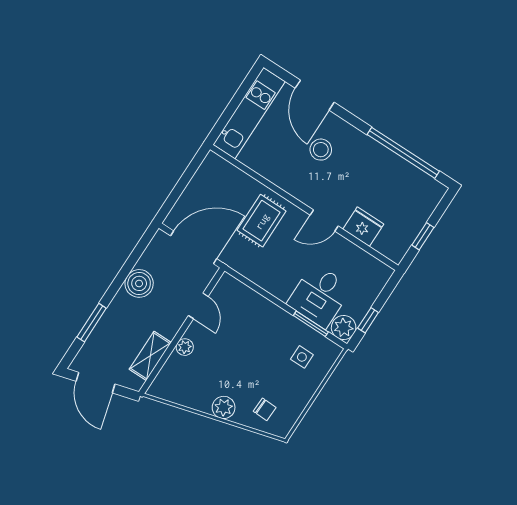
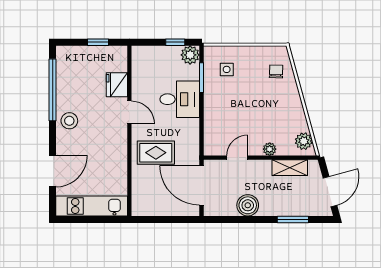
stool: (321, 150) -> (69, 121), moved
desk: (319, 296) -> (180, 99), moved
plant: (224, 407) -> (304, 141), moved

